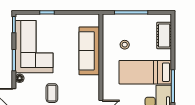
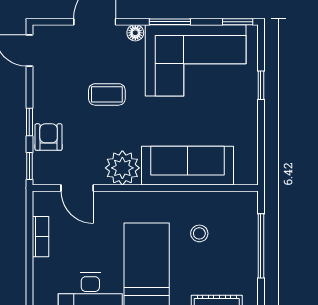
plant: (90, 85) -> (122, 168), added

